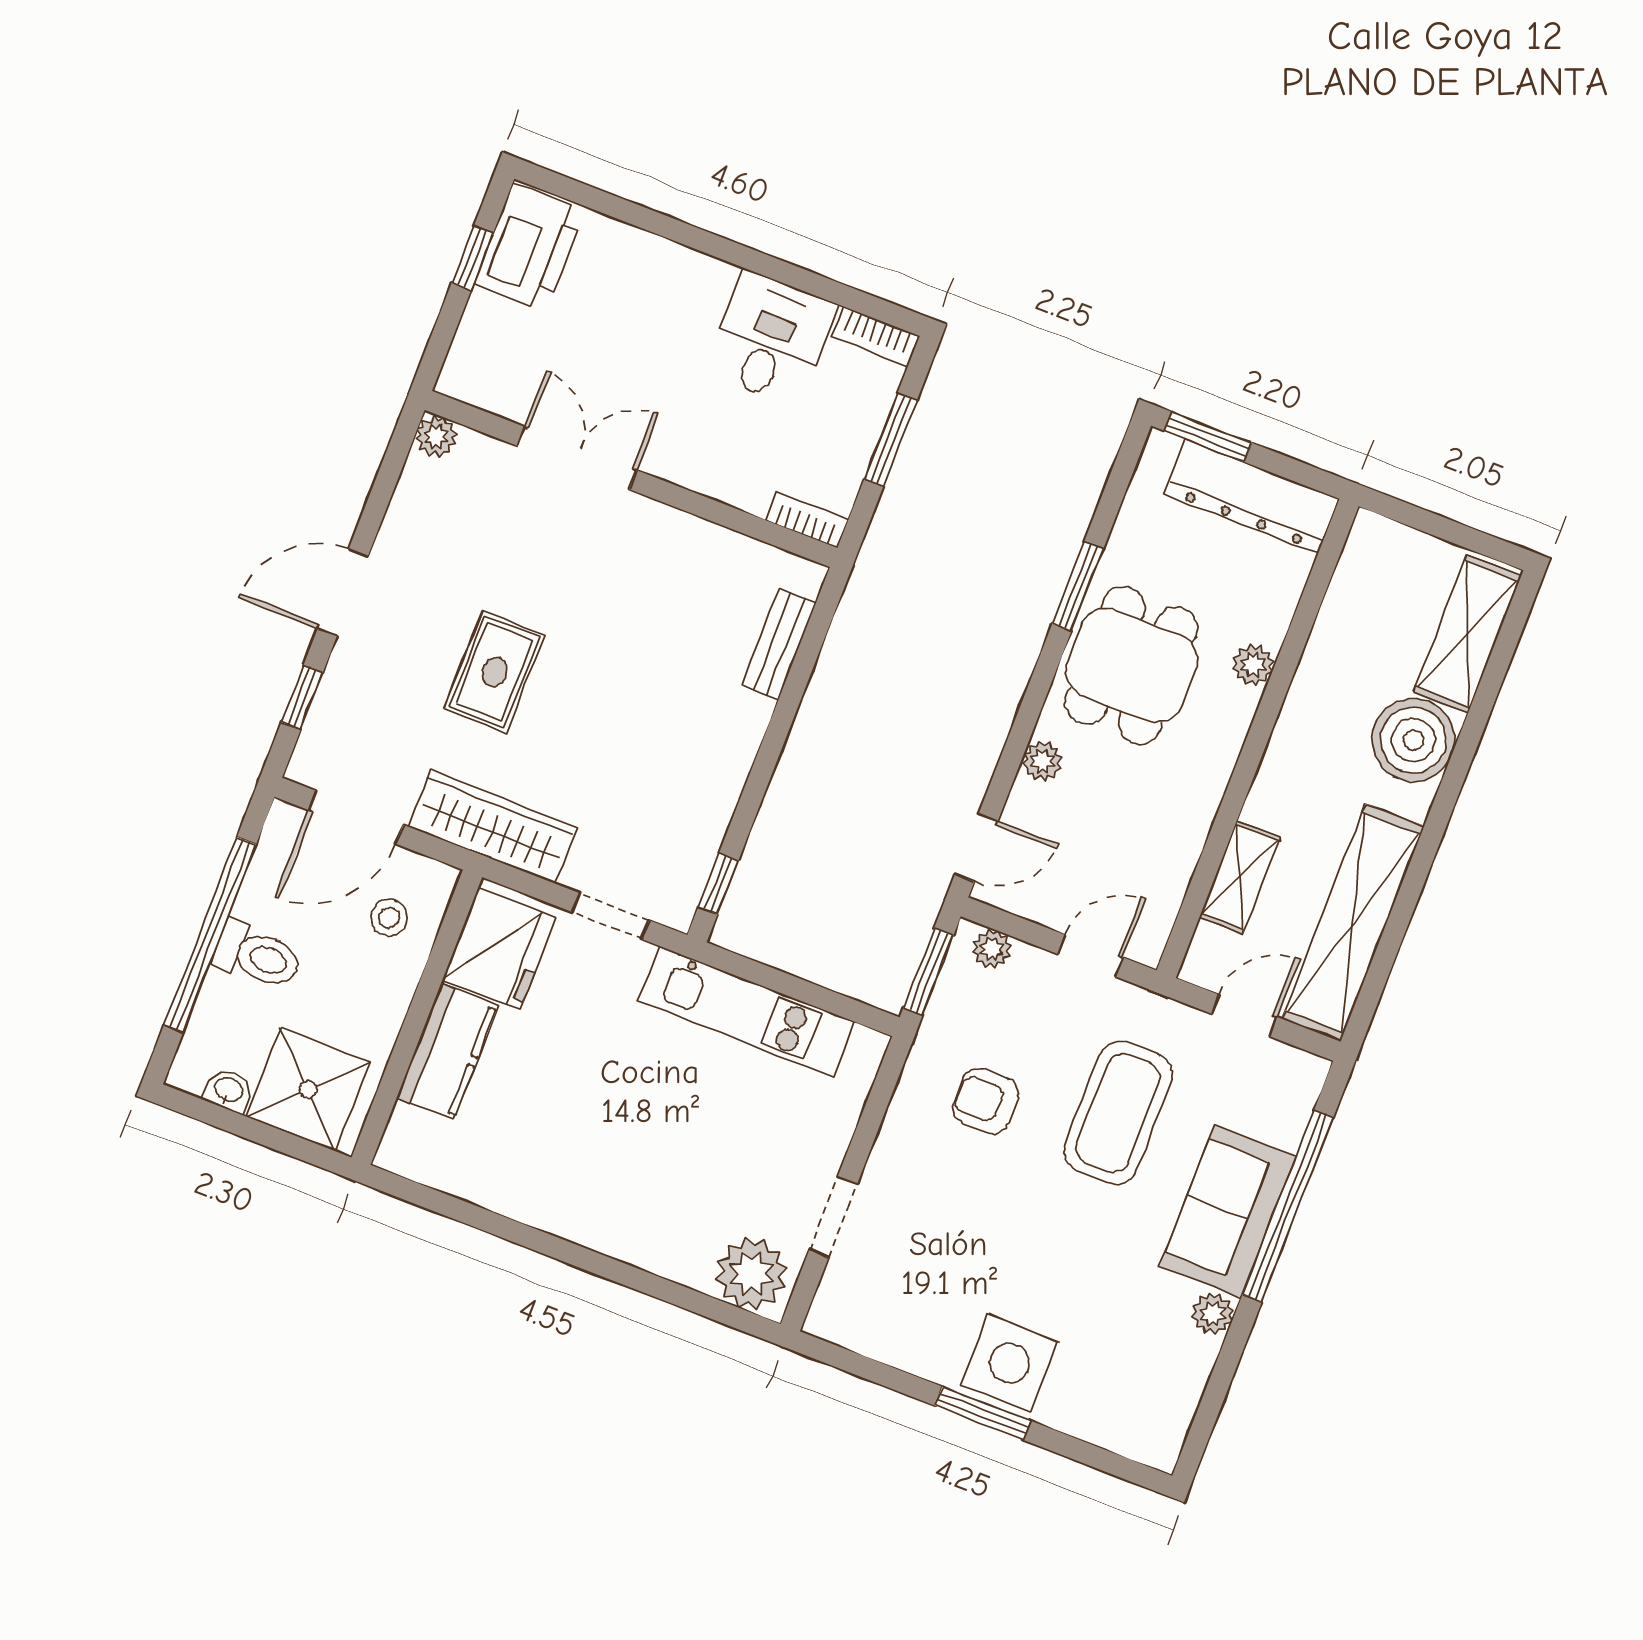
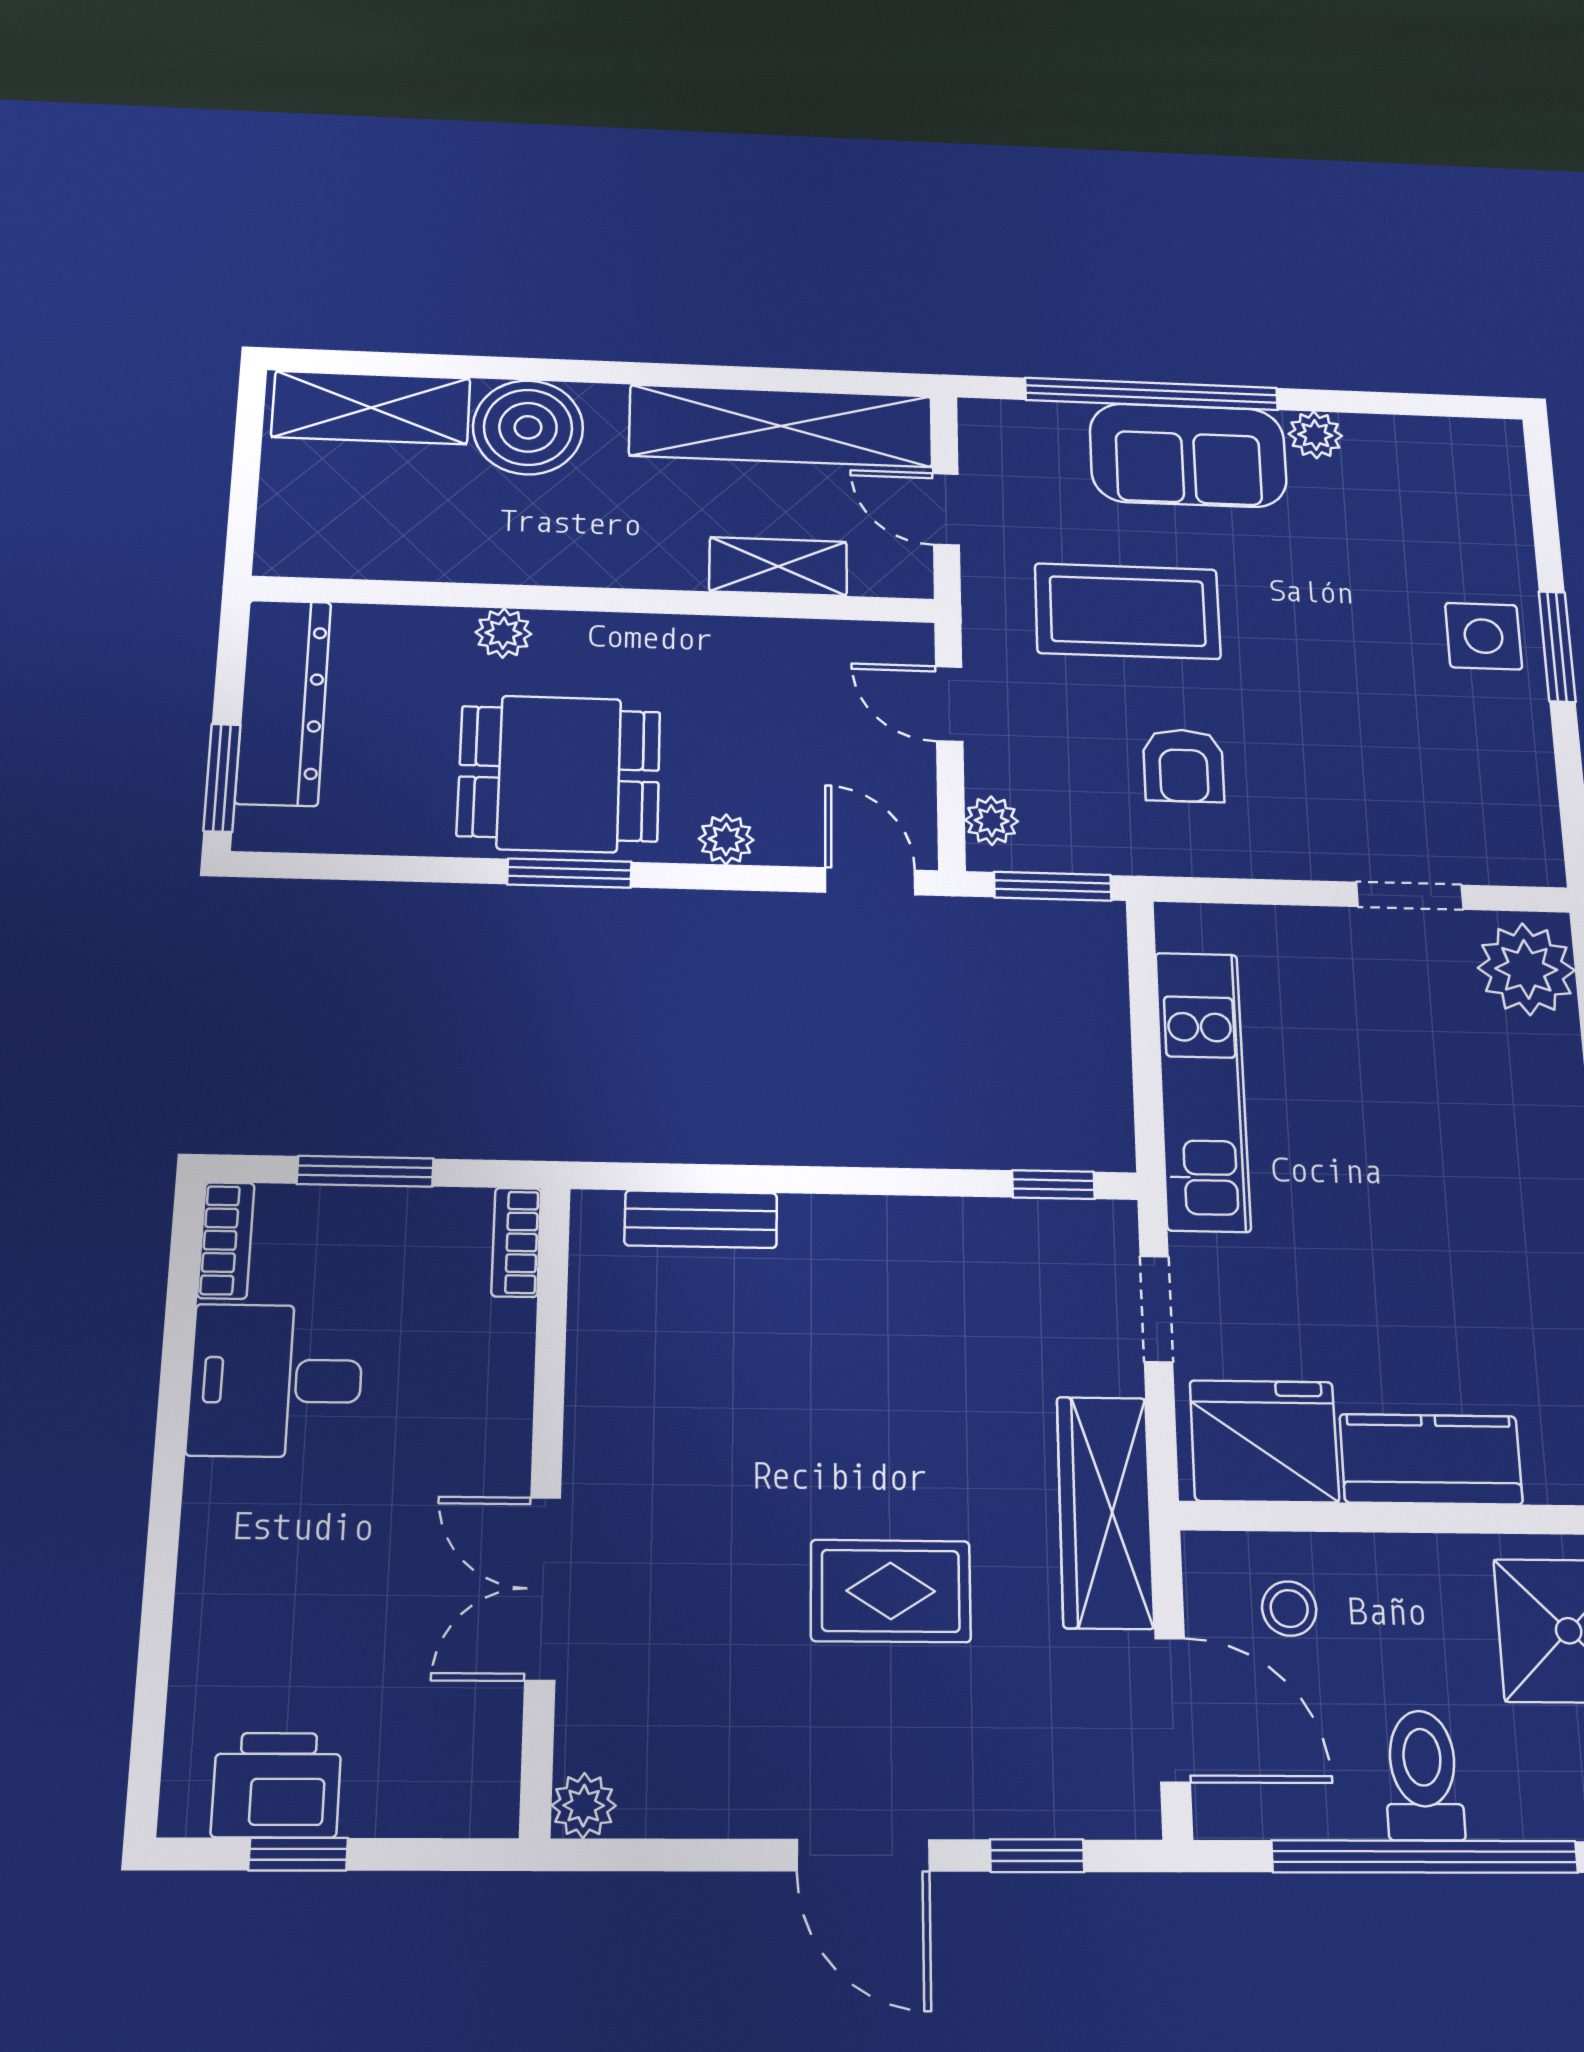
printer: (529, 247) -> (276, 1785), width x0.73, depth x0.84
window: (1078, 586) -> (569, 873), moved
side table: (1009, 1363) -> (1484, 636), width x0.73, depth x0.73

